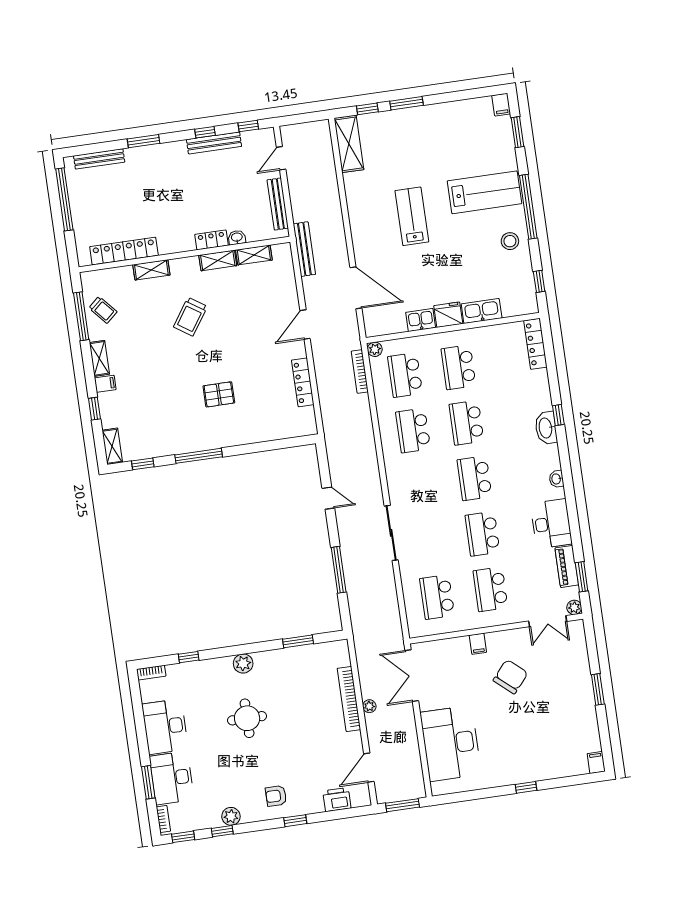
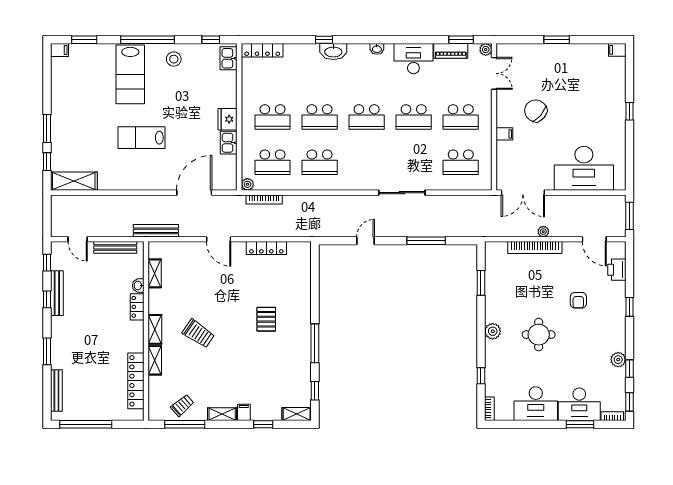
lab bench: (484, 192) -> (130, 74), turned 180
shelving: (218, 260) -> (155, 329), moved
kitchen sink: (482, 311) -> (229, 58), moved, width x0.73
armchair: (276, 796) -> (578, 300), moved

